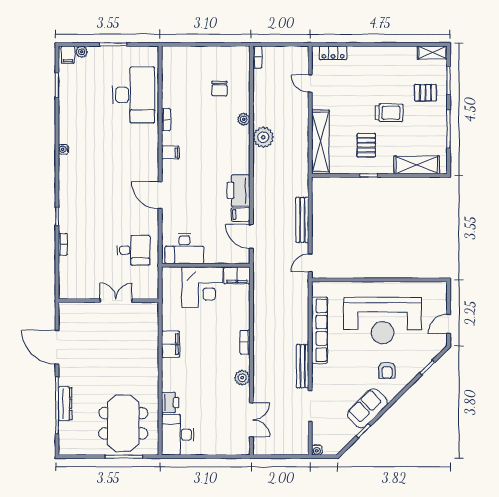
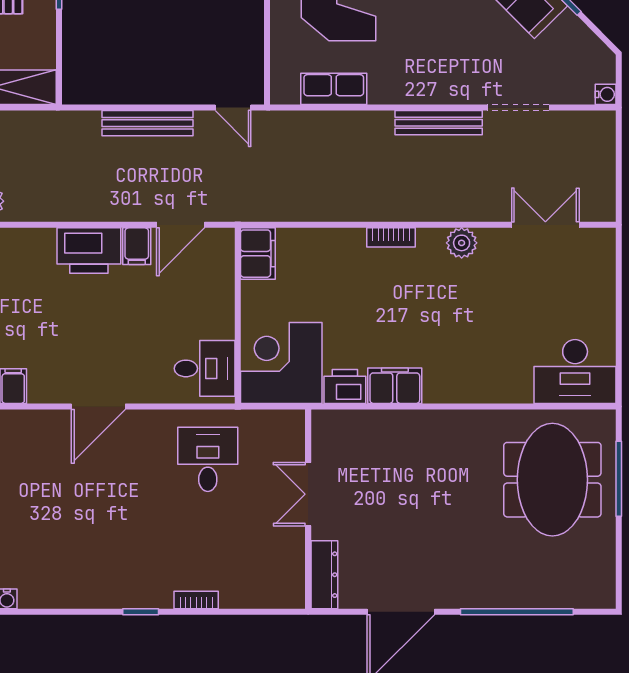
desk: (184, 249) -> (205, 368), width x0.73
corner desk: (202, 287) -> (281, 363), moved, turned -90
row of seats: (320, 330) -> (334, 89), width x0.50
printer: (170, 403) -> (345, 386), moved
dresser: (65, 404) -> (324, 575), moved, turned 90
meeting table: (123, 423) -> (552, 480), turned 90

